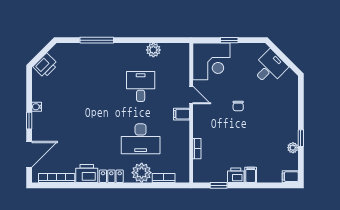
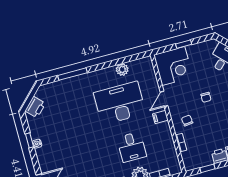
desk: (141, 86) -> (120, 103), width x1.87, depth x1.30
door: (191, 95) -> (164, 99), swing flipped
window: (29, 121) -> (30, 140), moved
chair: (210, 126) -> (187, 121), added
desk: (141, 139) -> (132, 147), width x0.73

